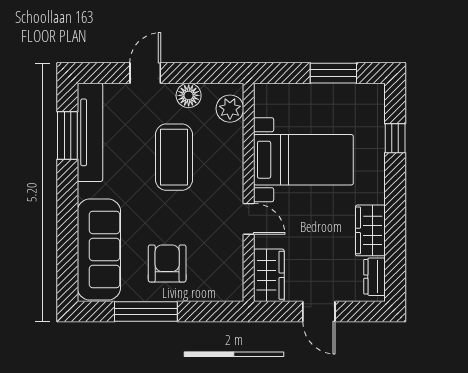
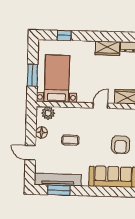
window: (333, 73) -> (32, 75), moved
coffee table: (174, 157) -> (70, 140), width x0.54, depth x0.58
bed with nightstands: (303, 160) -> (57, 79), moved
armchair: (167, 263) -> (121, 145), turned -90

